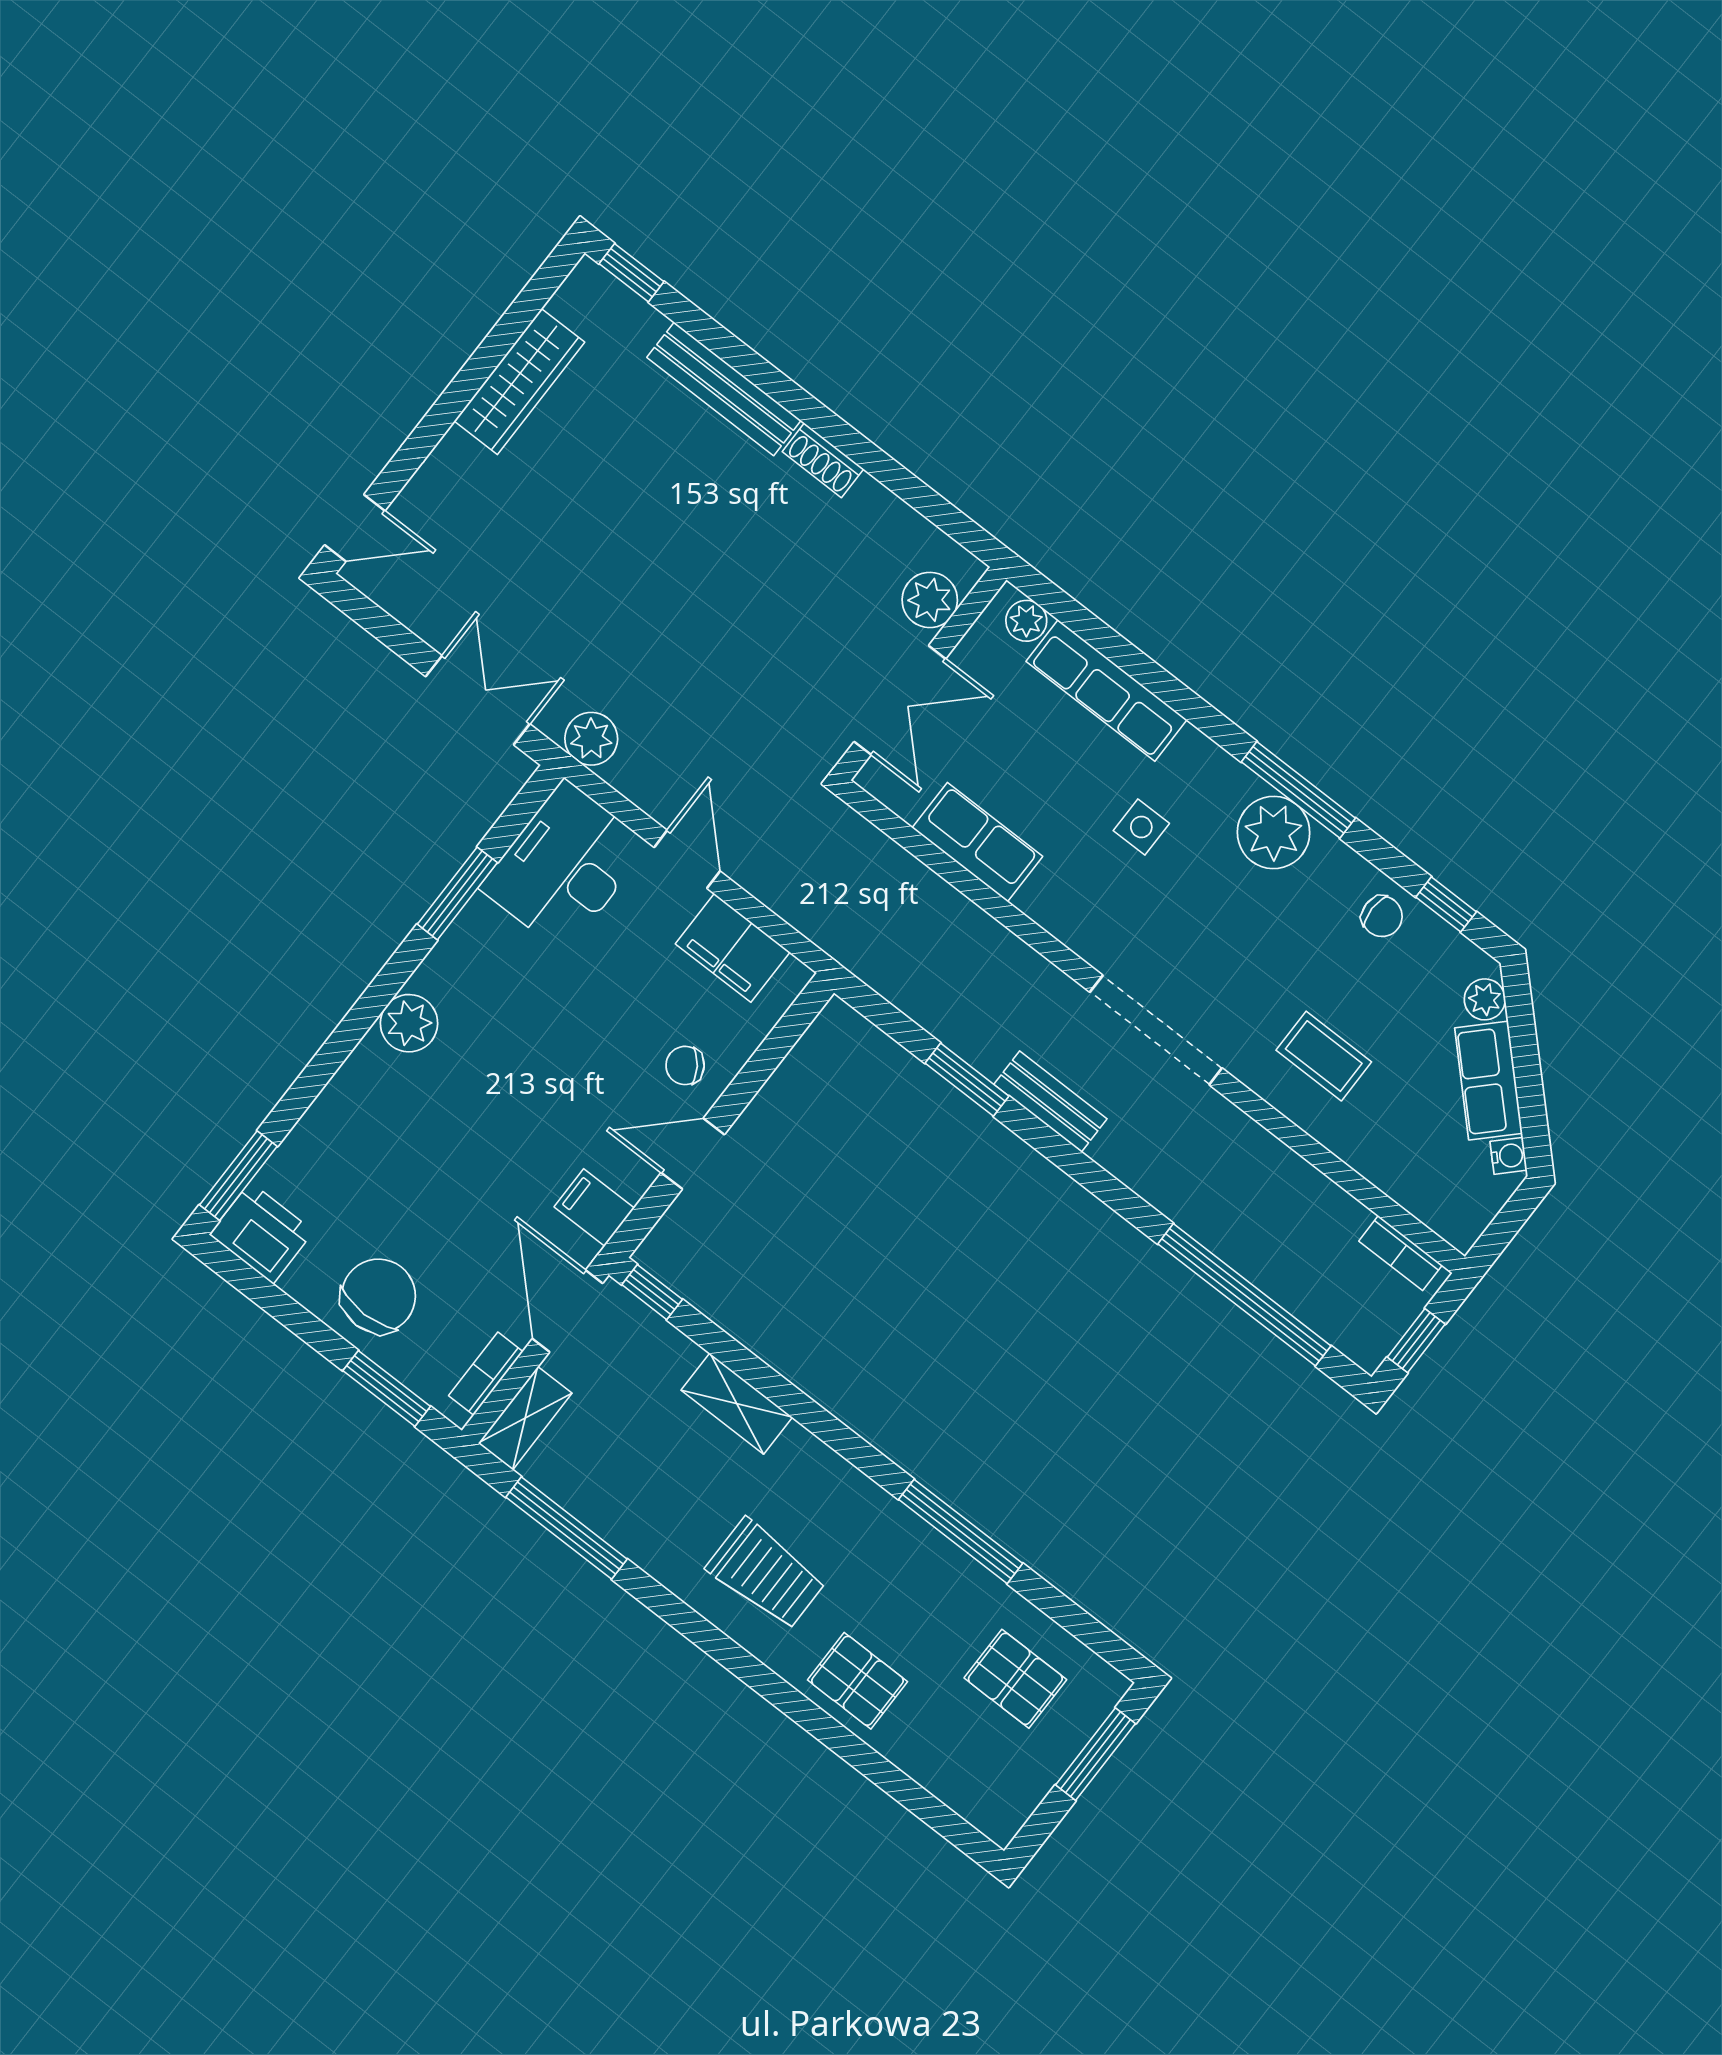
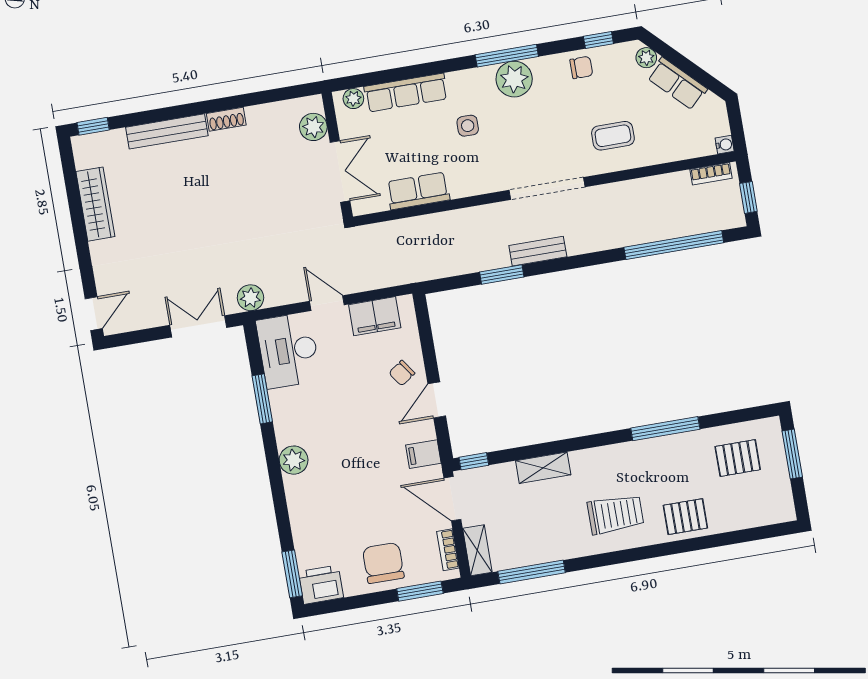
water cooler: (1508, 1156) -> (725, 145), moved, turned 45

